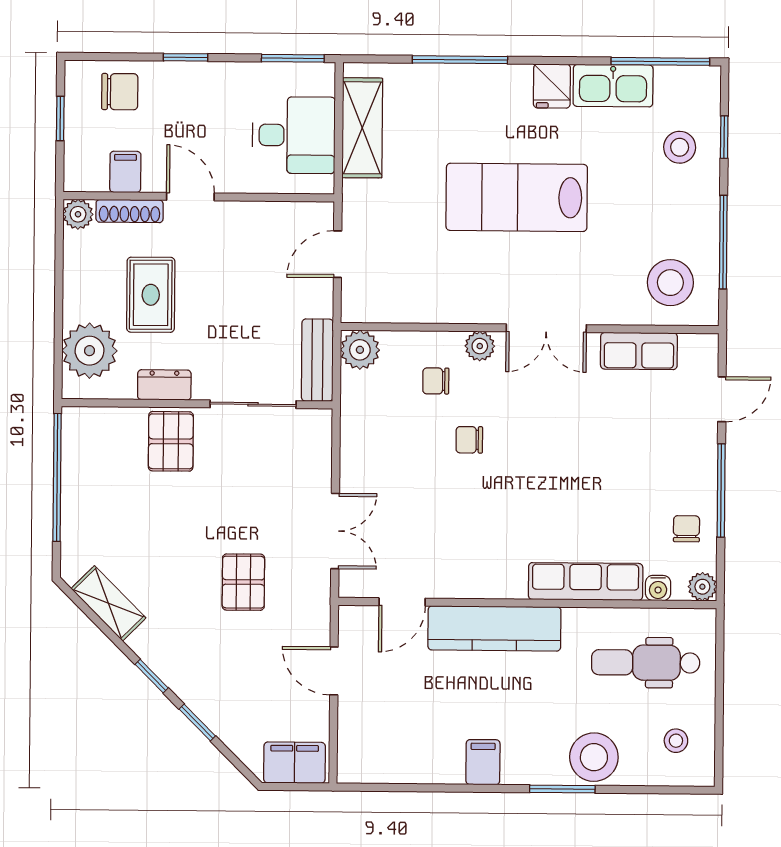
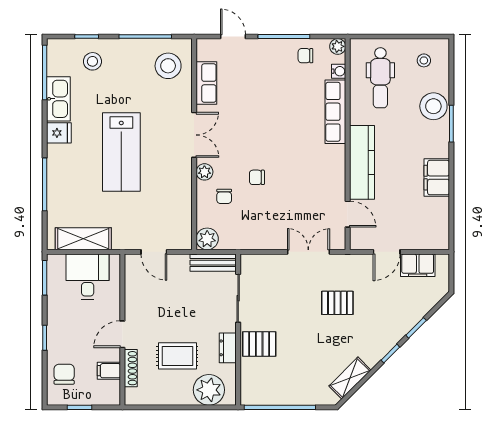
plant: (78, 214) -> (133, 397), removed
chair: (469, 440) -> (257, 177), turned 90
filing cabinet: (483, 762) -> (437, 178), width x2.00
filing cabinet: (295, 763) -> (418, 265), moved, turned -90

